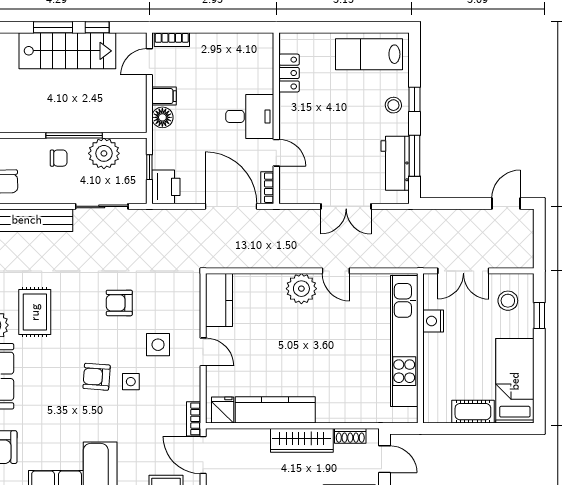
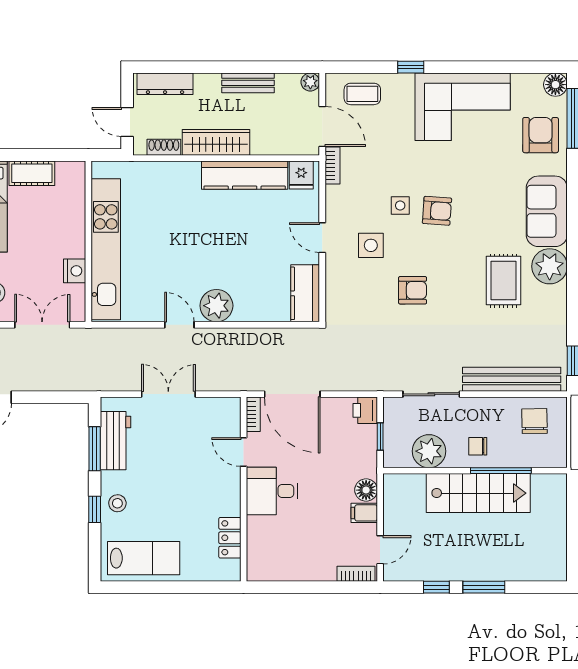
stairs: (67, 51) -> (478, 493), moved, turned 180
window: (74, 135) -> (501, 471), moved
printer: (166, 187) -> (365, 410), width x0.73, depth x0.81

